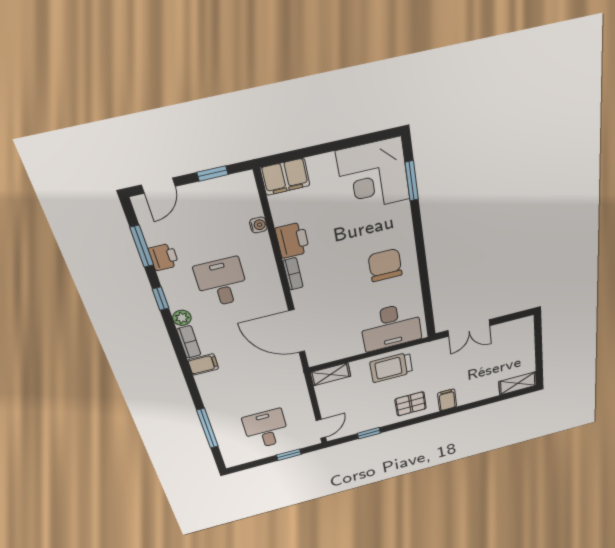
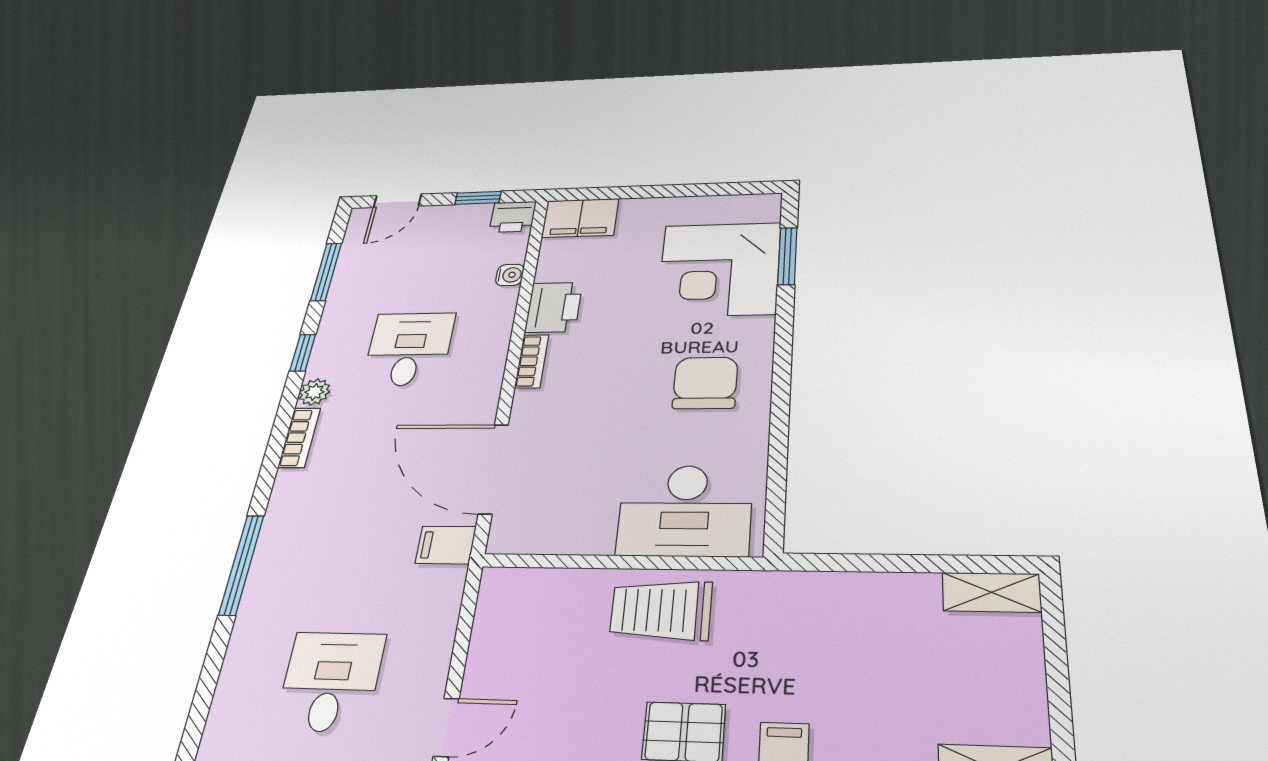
corner desk: (373, 175) -> (719, 269), moved
printer: (164, 257) -> (513, 217), moved, turned 90
double door: (469, 328) -> (867, 563), removed
filing cabinet: (203, 364) -> (446, 545), moved, turned 180
shelving: (331, 374) -> (991, 592), moved
window: (207, 428) -> (242, 565), moved

